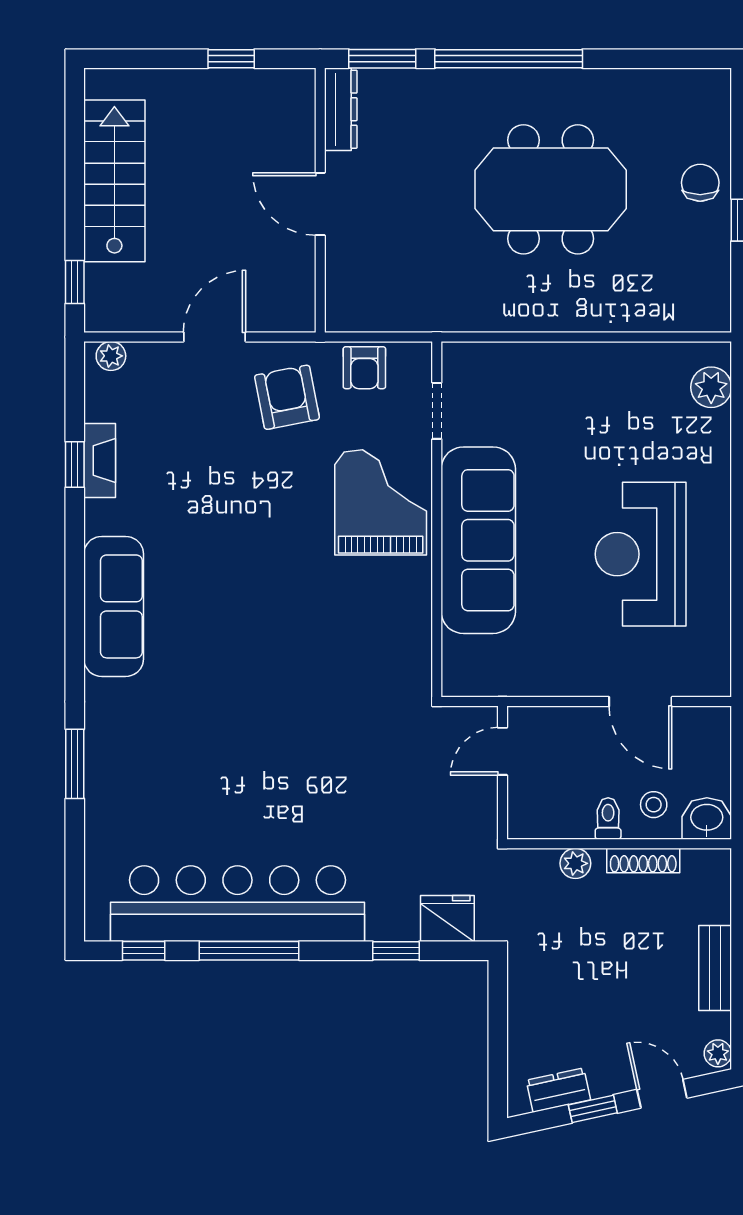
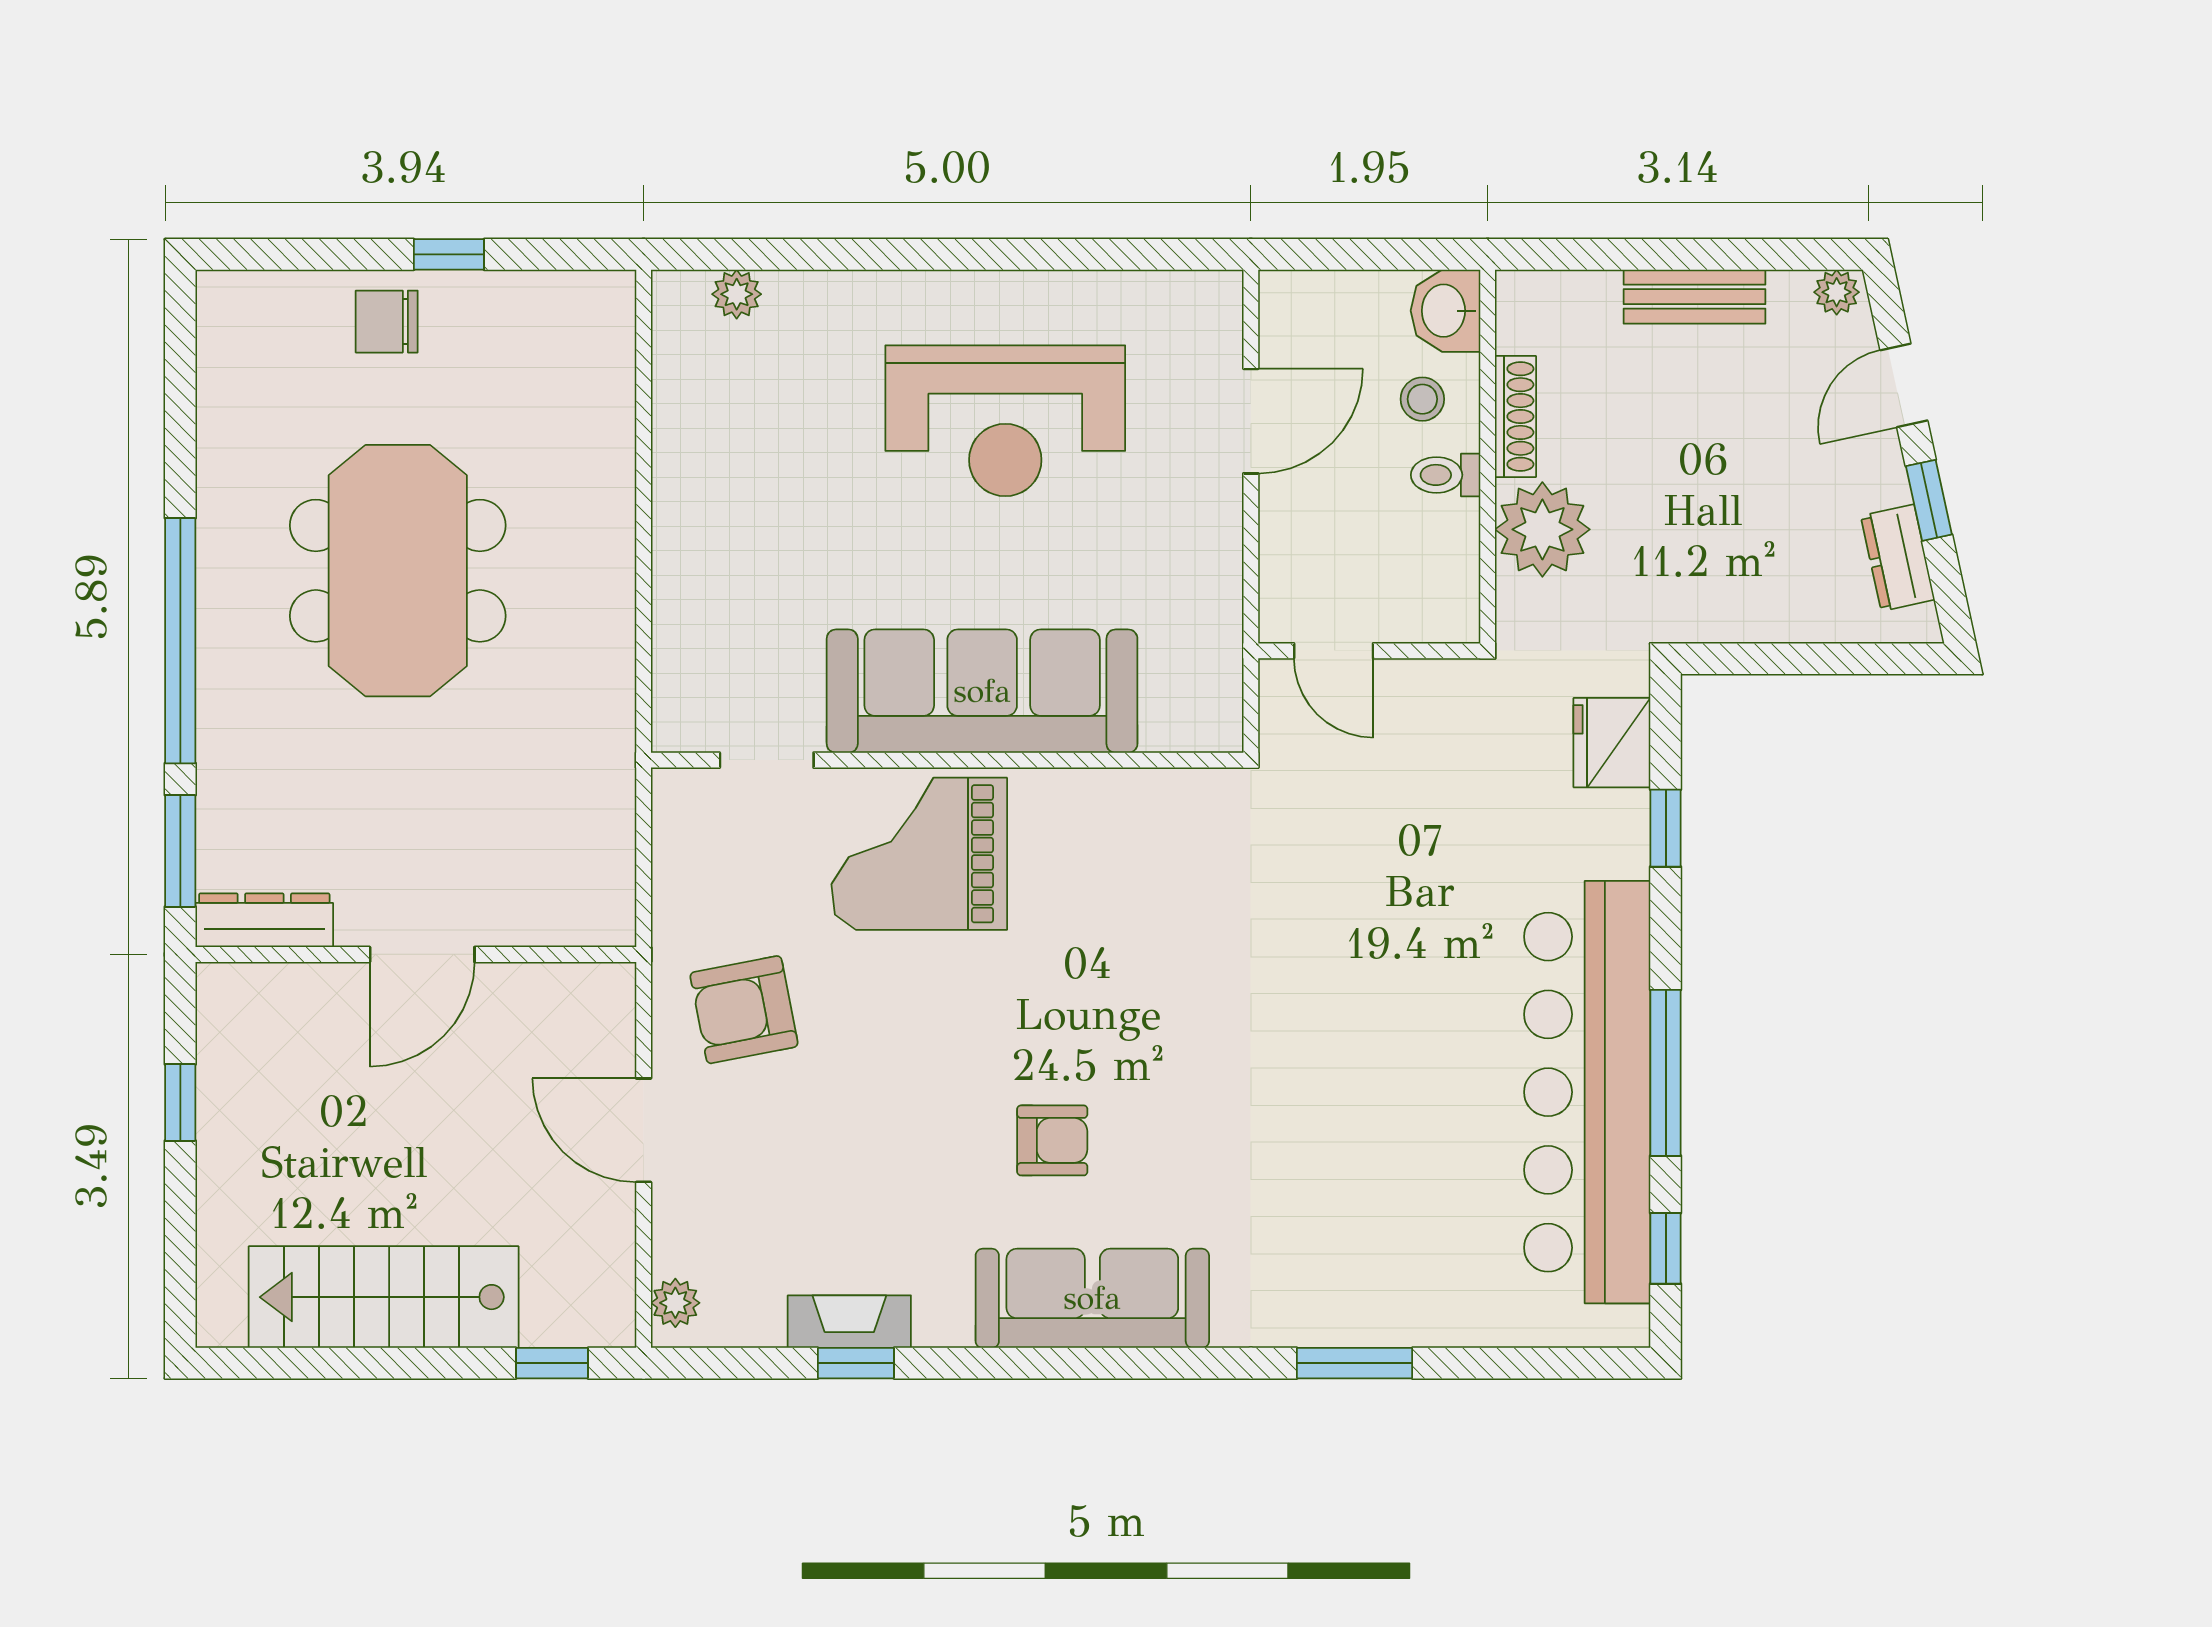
armchair: (364, 368) -> (1052, 1140), moved
plant: (711, 387) -> (737, 294), width x0.73, depth x0.73
plant: (575, 863) -> (1542, 529), width x1.88, depth x1.88

